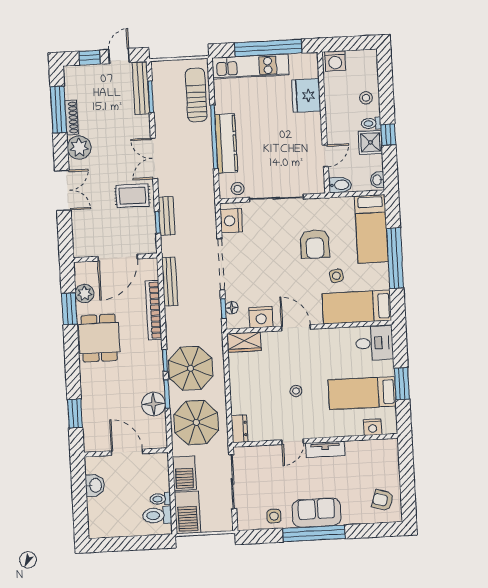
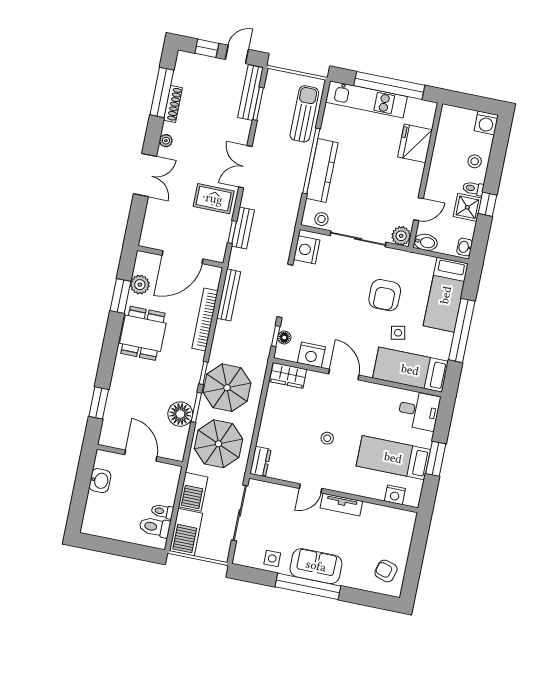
washing machine: (335, 61) -> (486, 123), moved
plant: (79, 148) -> (166, 141), width x0.53, depth x0.53
plant: (316, 185) -> (401, 236), added

